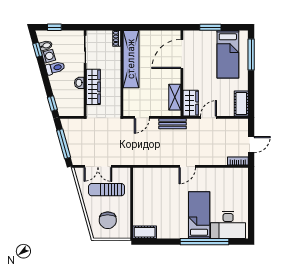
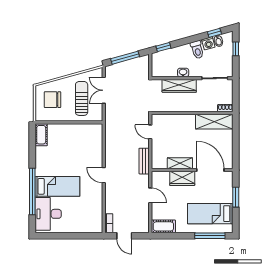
shelving: (131, 59) -> (214, 122), width x0.68
shelving: (175, 97) -> (180, 163), moved
wardrobe: (191, 103) -> (182, 178), moved

